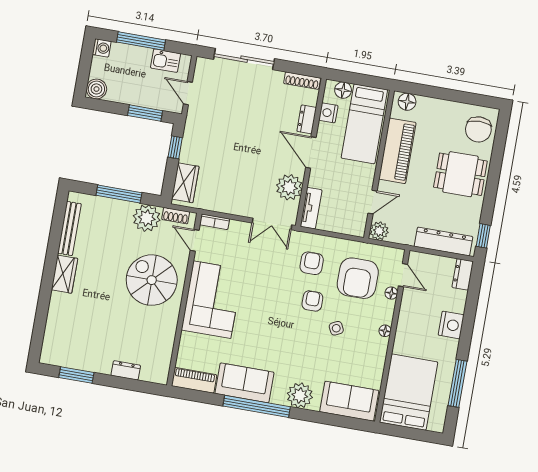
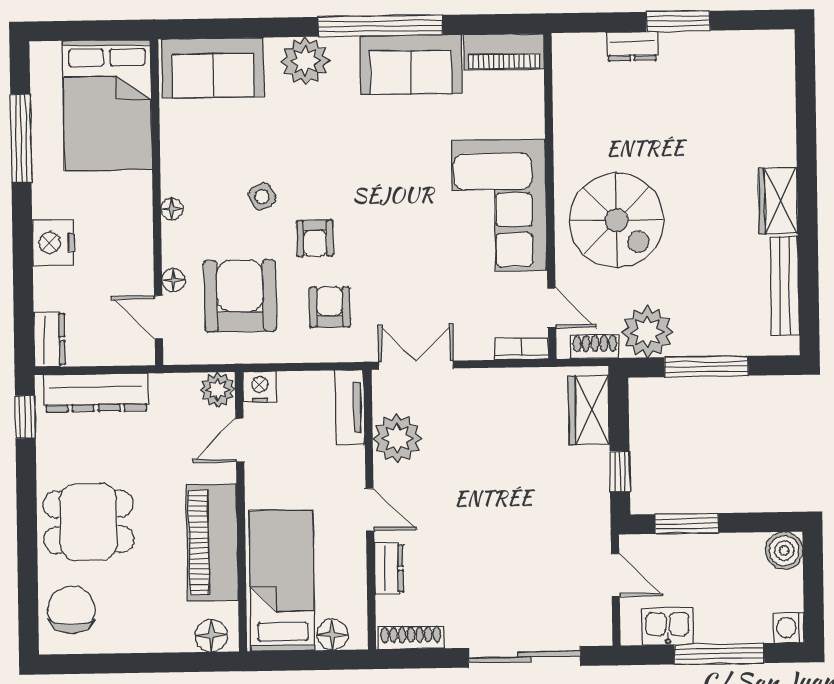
nightstand: (328, 113) -> (260, 387), moved, turned -90
door: (311, 152) -> (370, 509), width x0.73
armchair: (312, 263) -> (330, 307), turned 180
window: (76, 375) -> (678, 21), moved

